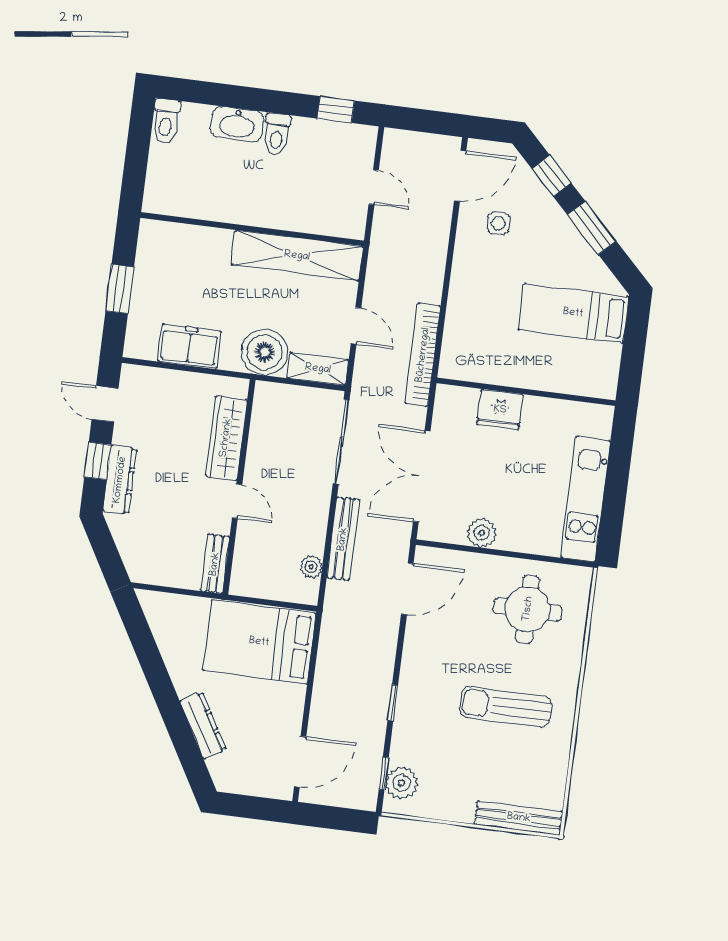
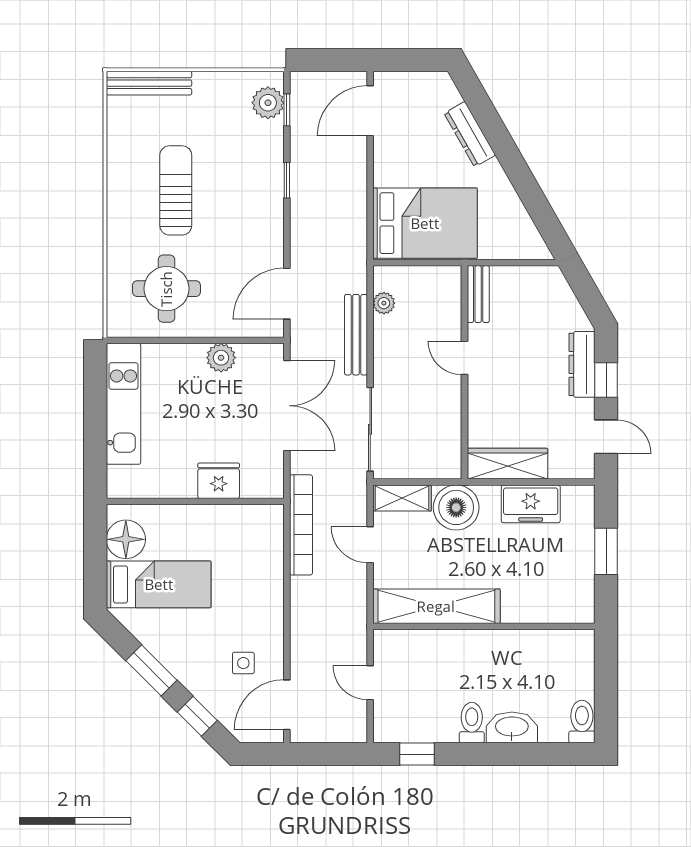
floor lamp: (601, 363) -> (126, 539), added
wardrobe: (226, 438) -> (507, 464), moved, turned -90
sun lounger: (506, 707) -> (176, 190), turned -90

